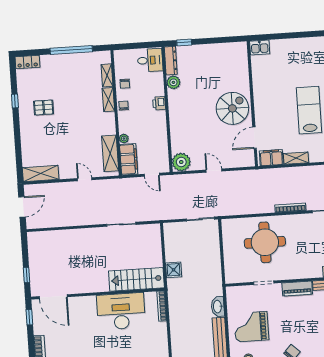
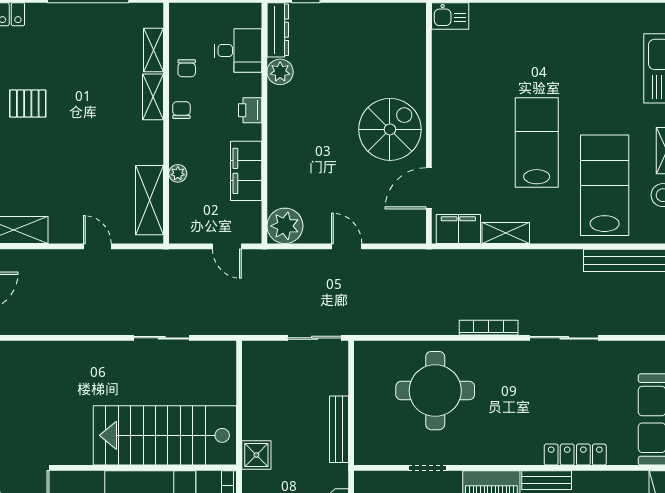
desk: (150, 60) -> (238, 51), moved
filing cabinet: (129, 159) -> (246, 171), moved, turned 180
bench: (216, 266) -> (339, 429), added
shower: (174, 270) -> (256, 455), moved
stairs: (136, 279) -> (165, 435), width x1.36, depth x1.51

